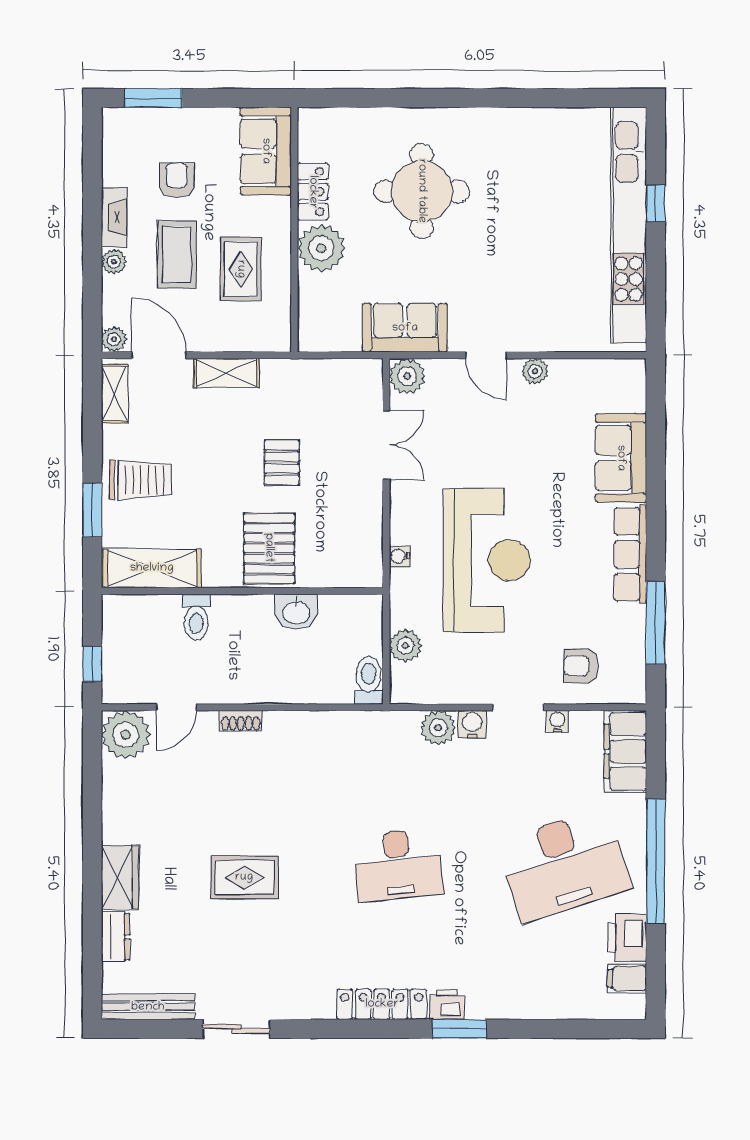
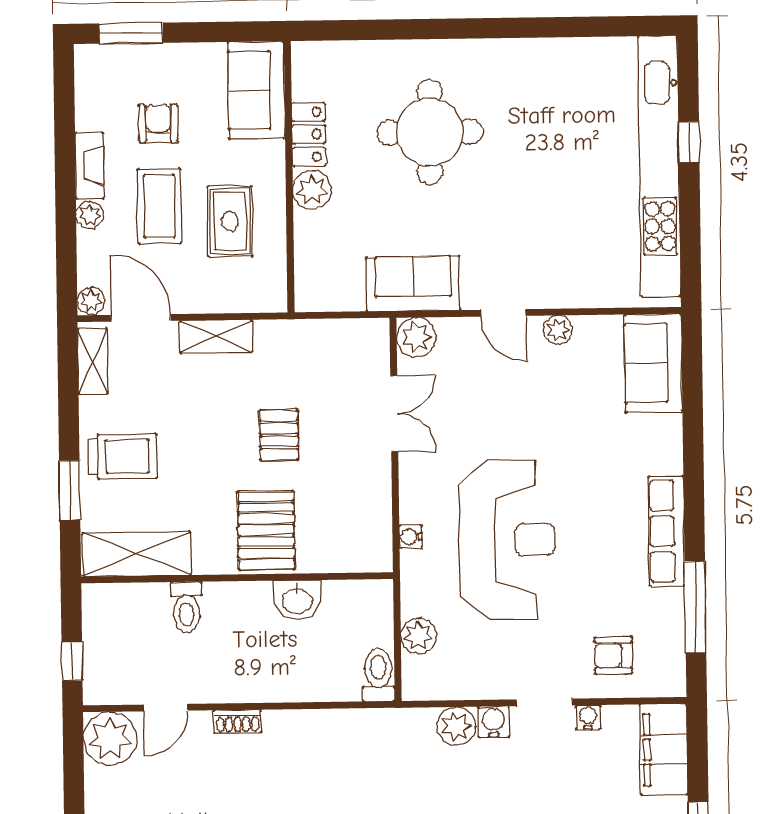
plant: (321, 248) -> (312, 190), width x0.73, depth x0.73
sofa: (621, 458) -> (653, 363), moved

